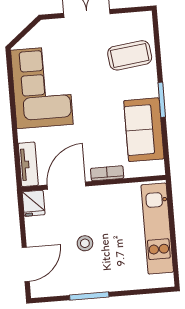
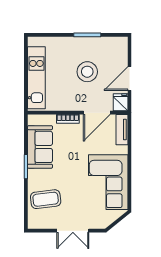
stool: (85, 243) -> (87, 72), width x1.89, depth x1.89
door: (26, 264) -> (129, 79), moved

